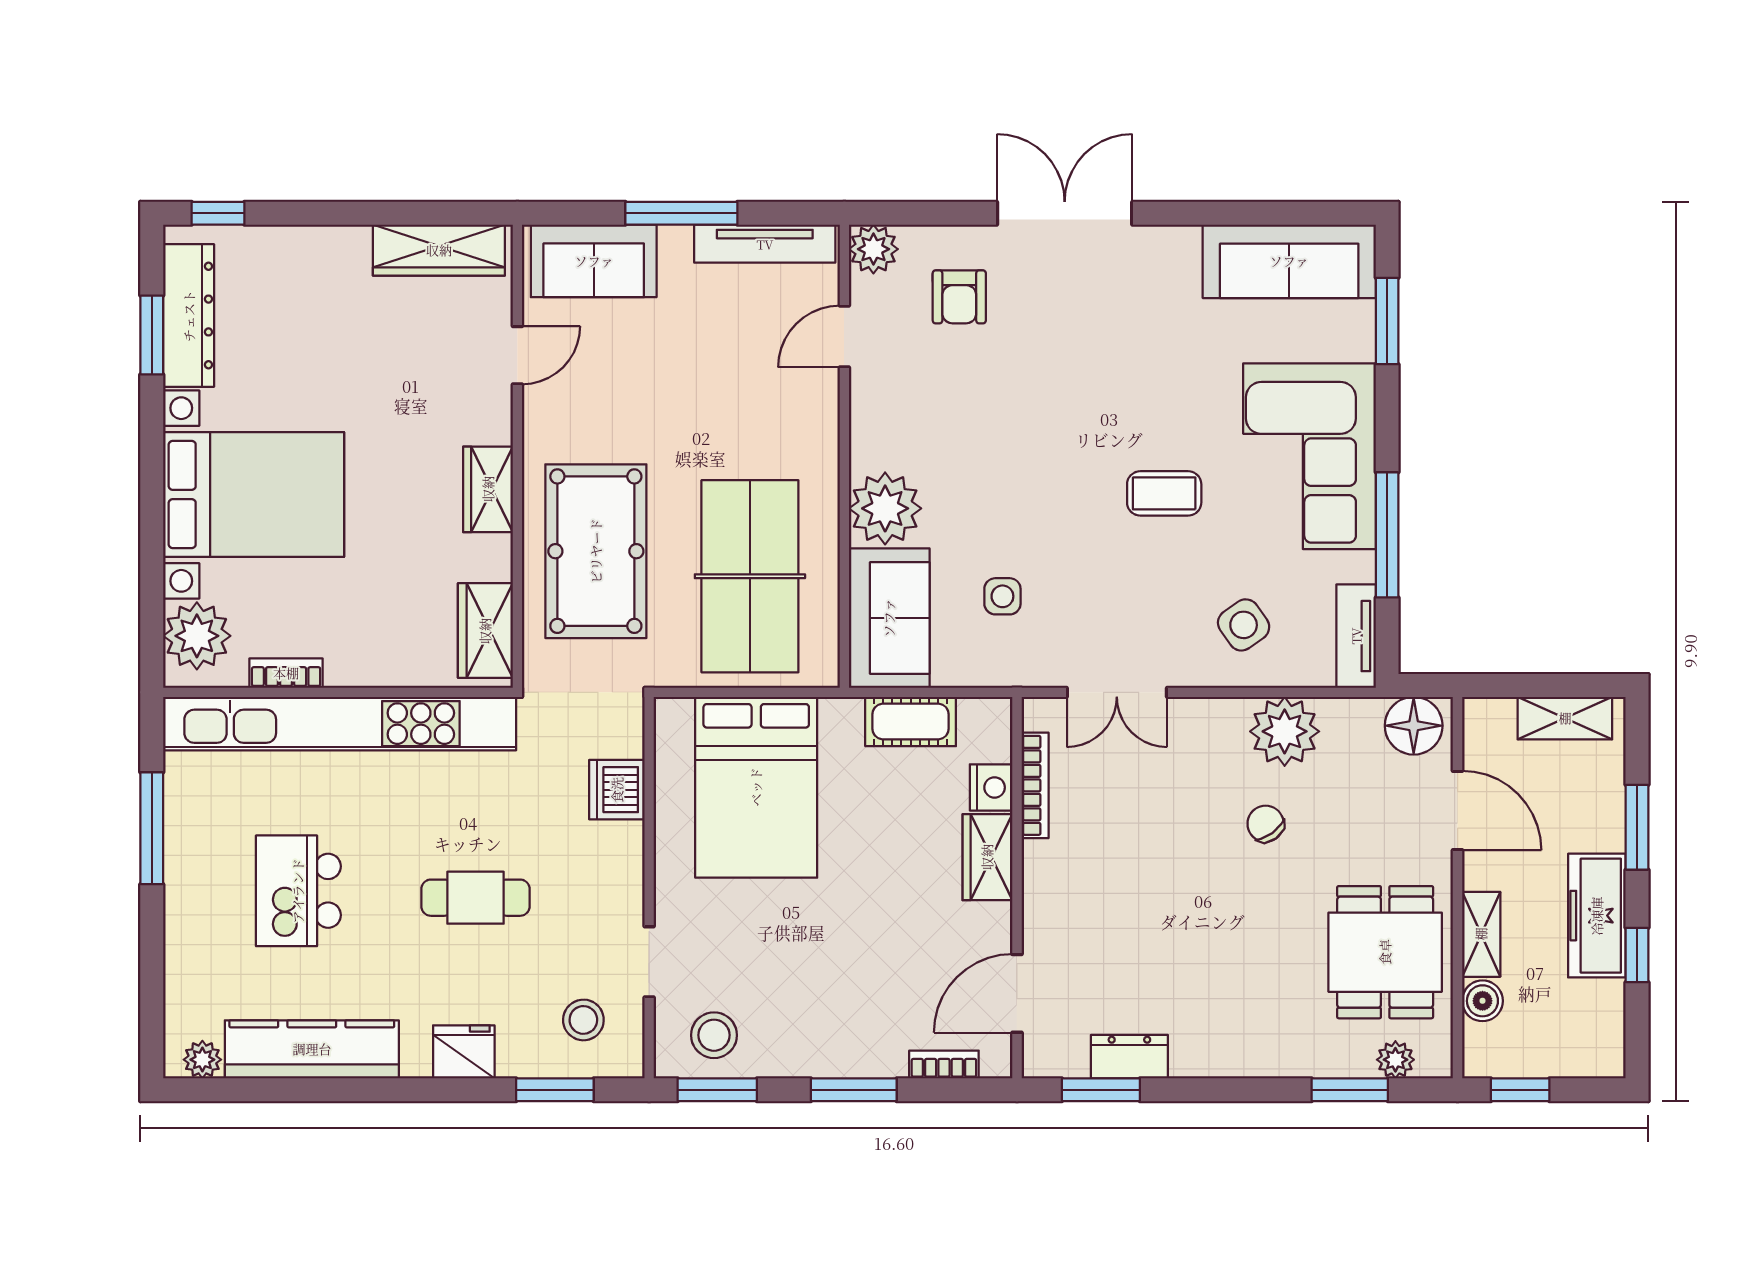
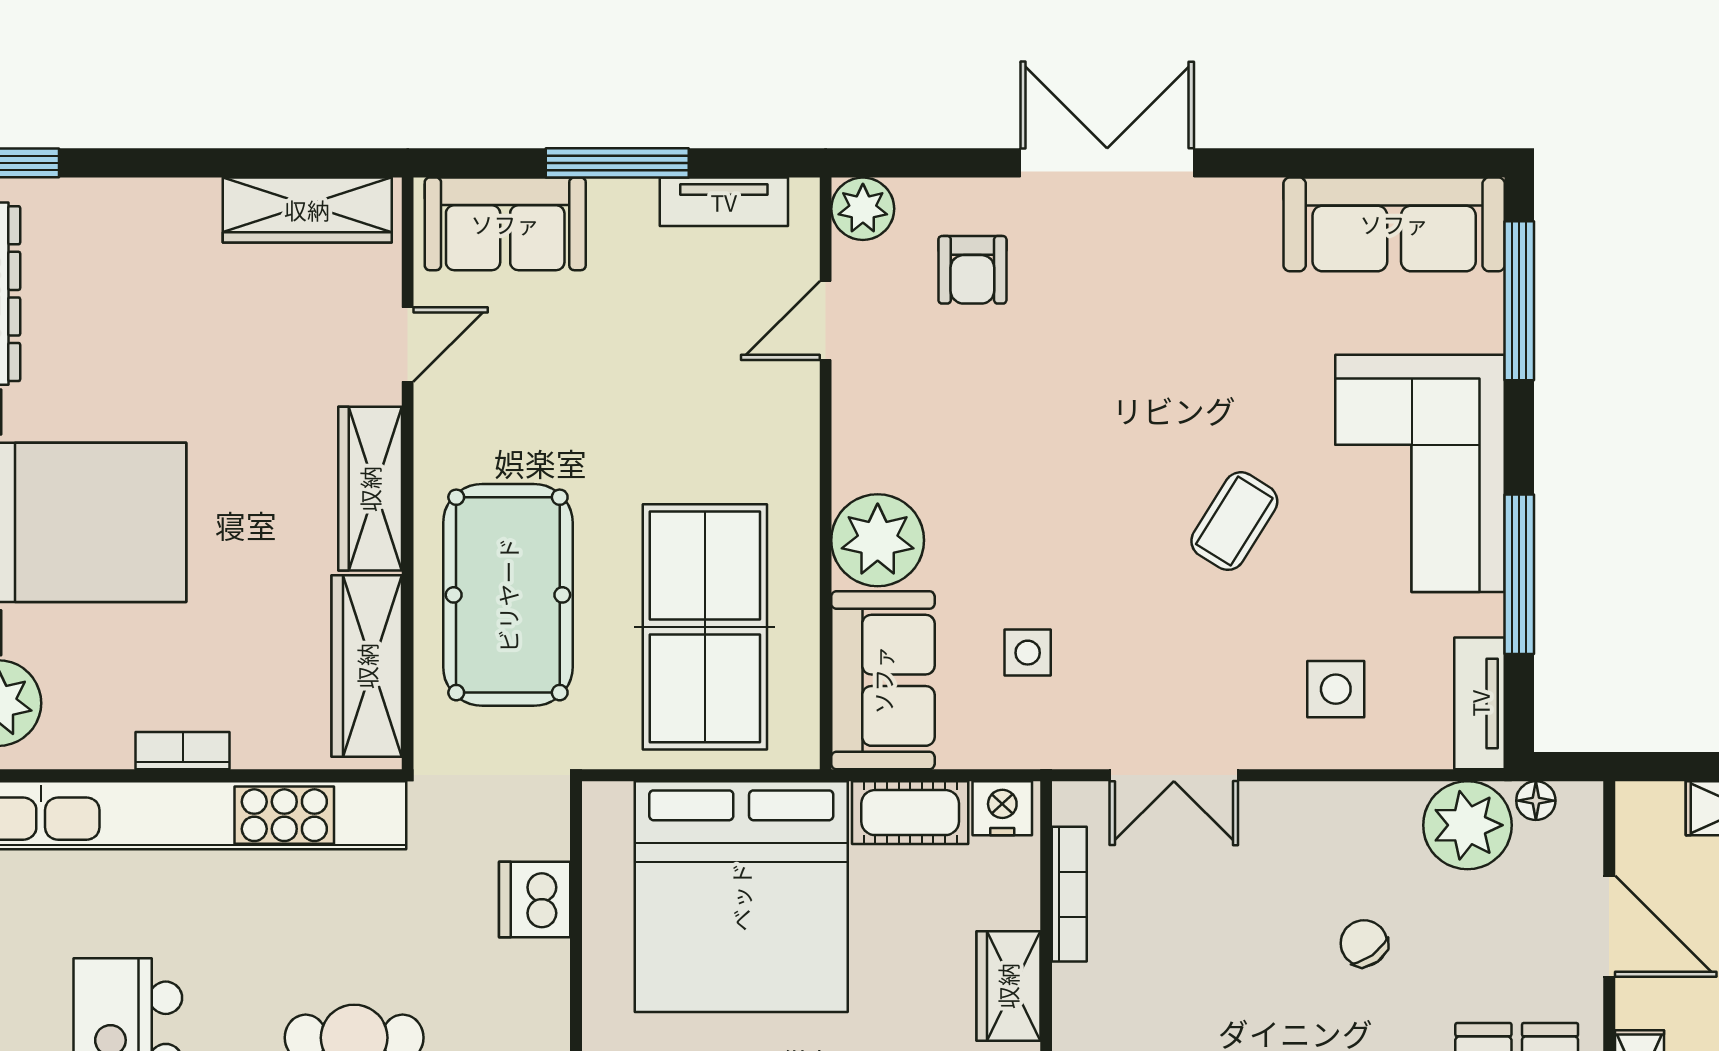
tv unit: (765, 244) -> (724, 202), width x0.71
window: (1387, 321) -> (1519, 301), width x1.44
wardrobe: (488, 489) -> (370, 489), width x1.50
coffee table: (1164, 493) -> (1234, 521), turned -58
side table: (1244, 625) -> (1336, 689), turned 35
wardrobe: (485, 631) -> (367, 666), width x1.50
bookcase: (286, 673) -> (183, 751), moved
floor lamp: (1414, 726) -> (1536, 801), width x0.53, depth x0.53
plant: (1285, 731) -> (1467, 825), moved
bed: (756, 787) -> (741, 897), width x1.36
nightstand: (991, 787) -> (1002, 808), moved, turned -90

